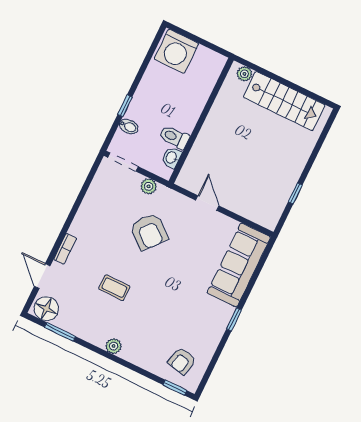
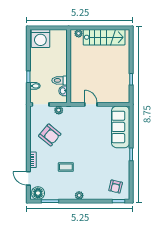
armchair: (149, 232) -> (50, 135), moved

